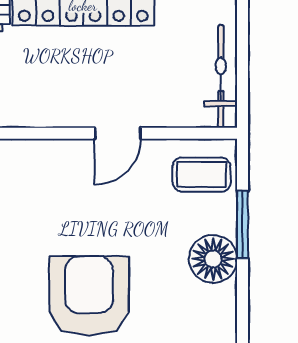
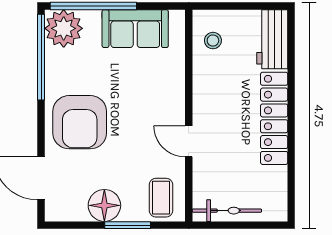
armchair: (89, 296) -> (80, 122), turned 90

